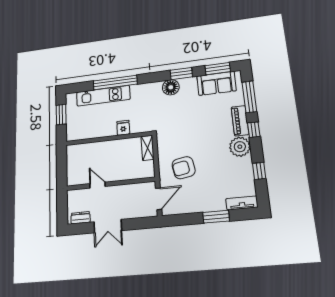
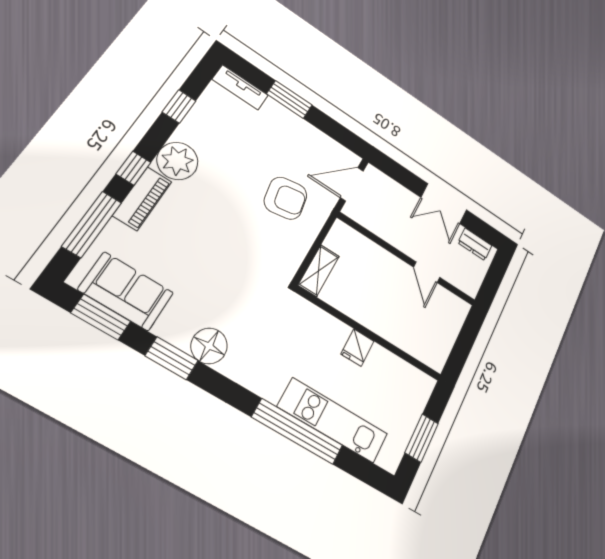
fridge: (123, 128) -> (357, 348), moved
double door: (108, 226) -> (444, 204), swing flipped

